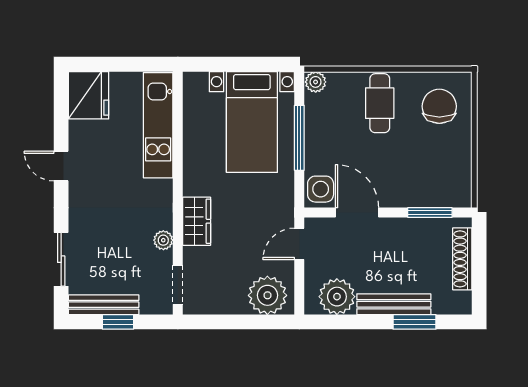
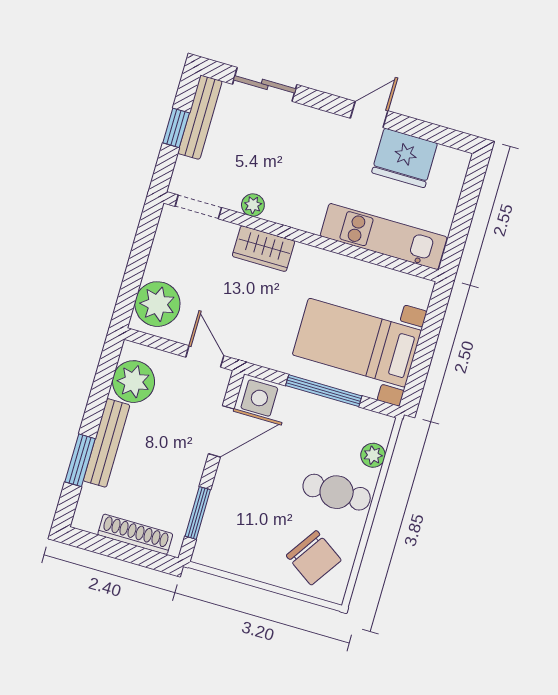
plant: (316, 82) -> (373, 455), moved
fridge: (89, 95) -> (405, 158), moved
chair: (439, 106) -> (314, 558), turned 34

